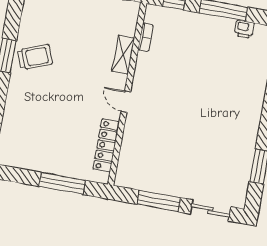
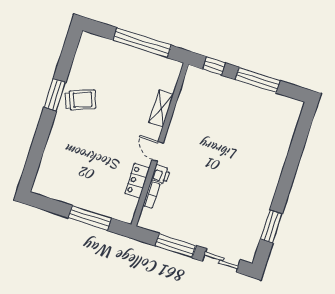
printer: (244, 29) -> (161, 175), moved, turned -90
bookcase: (146, 37) -> (151, 195), moved
locker: (106, 145) -> (137, 181), width x0.66

